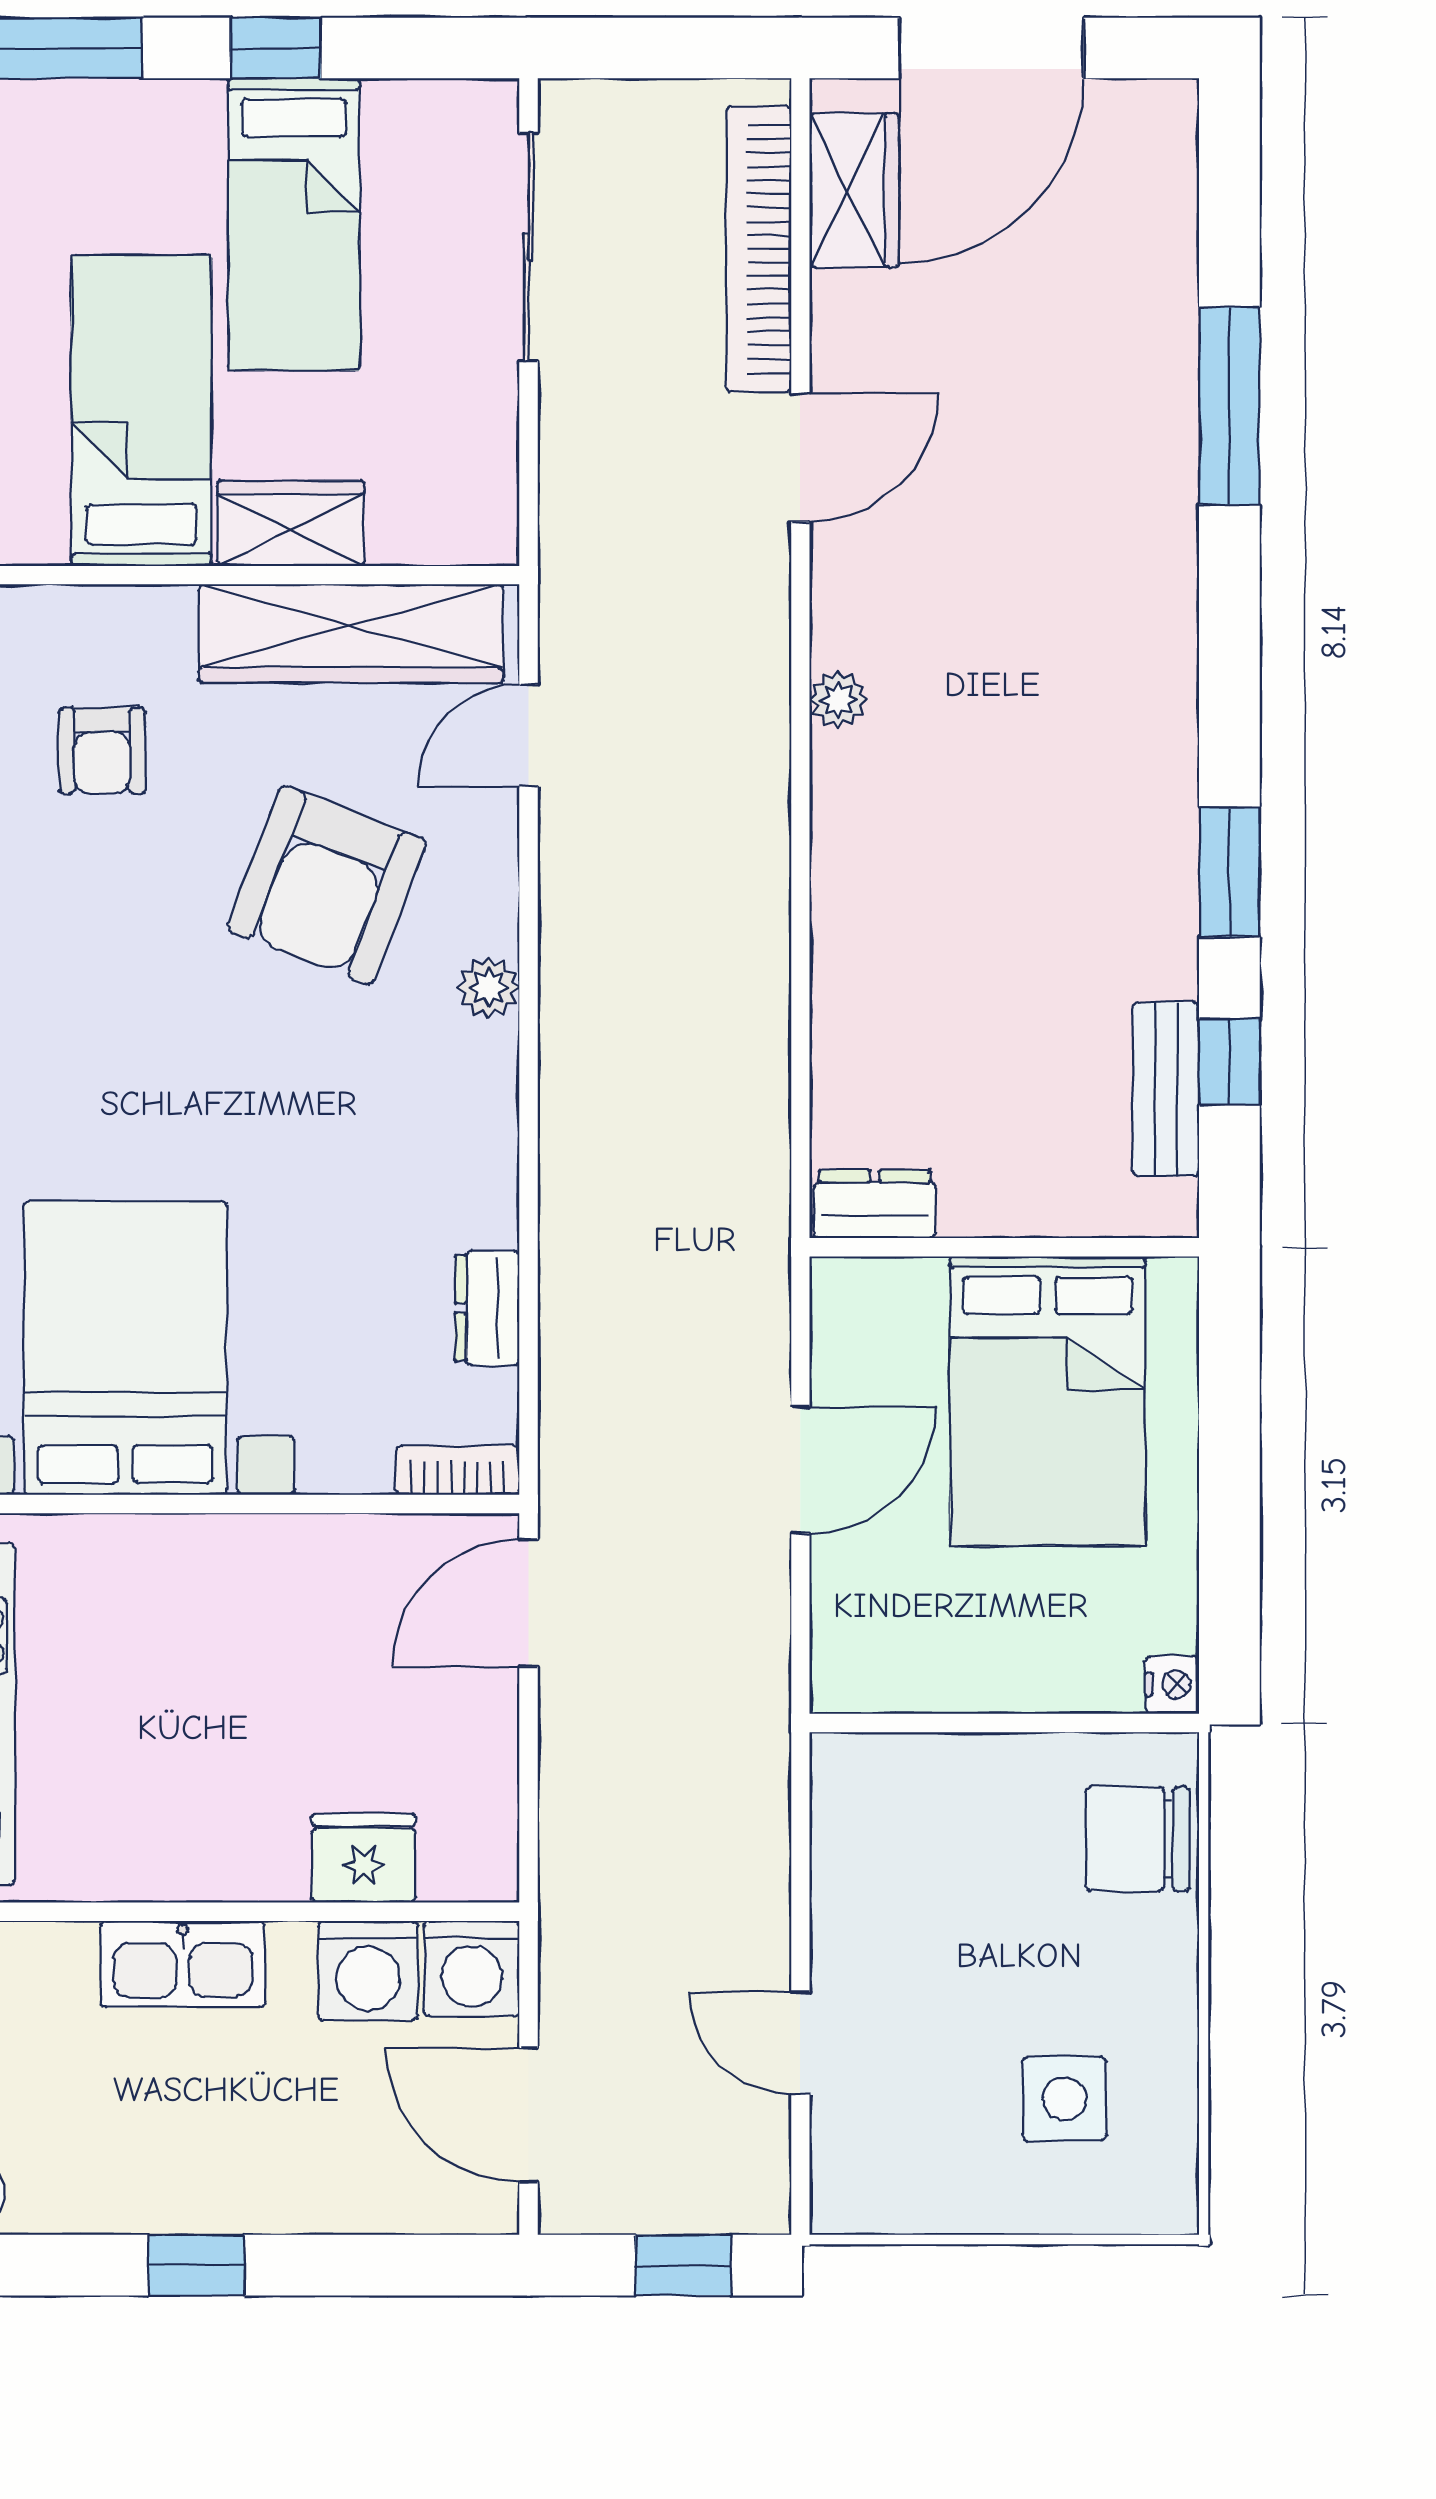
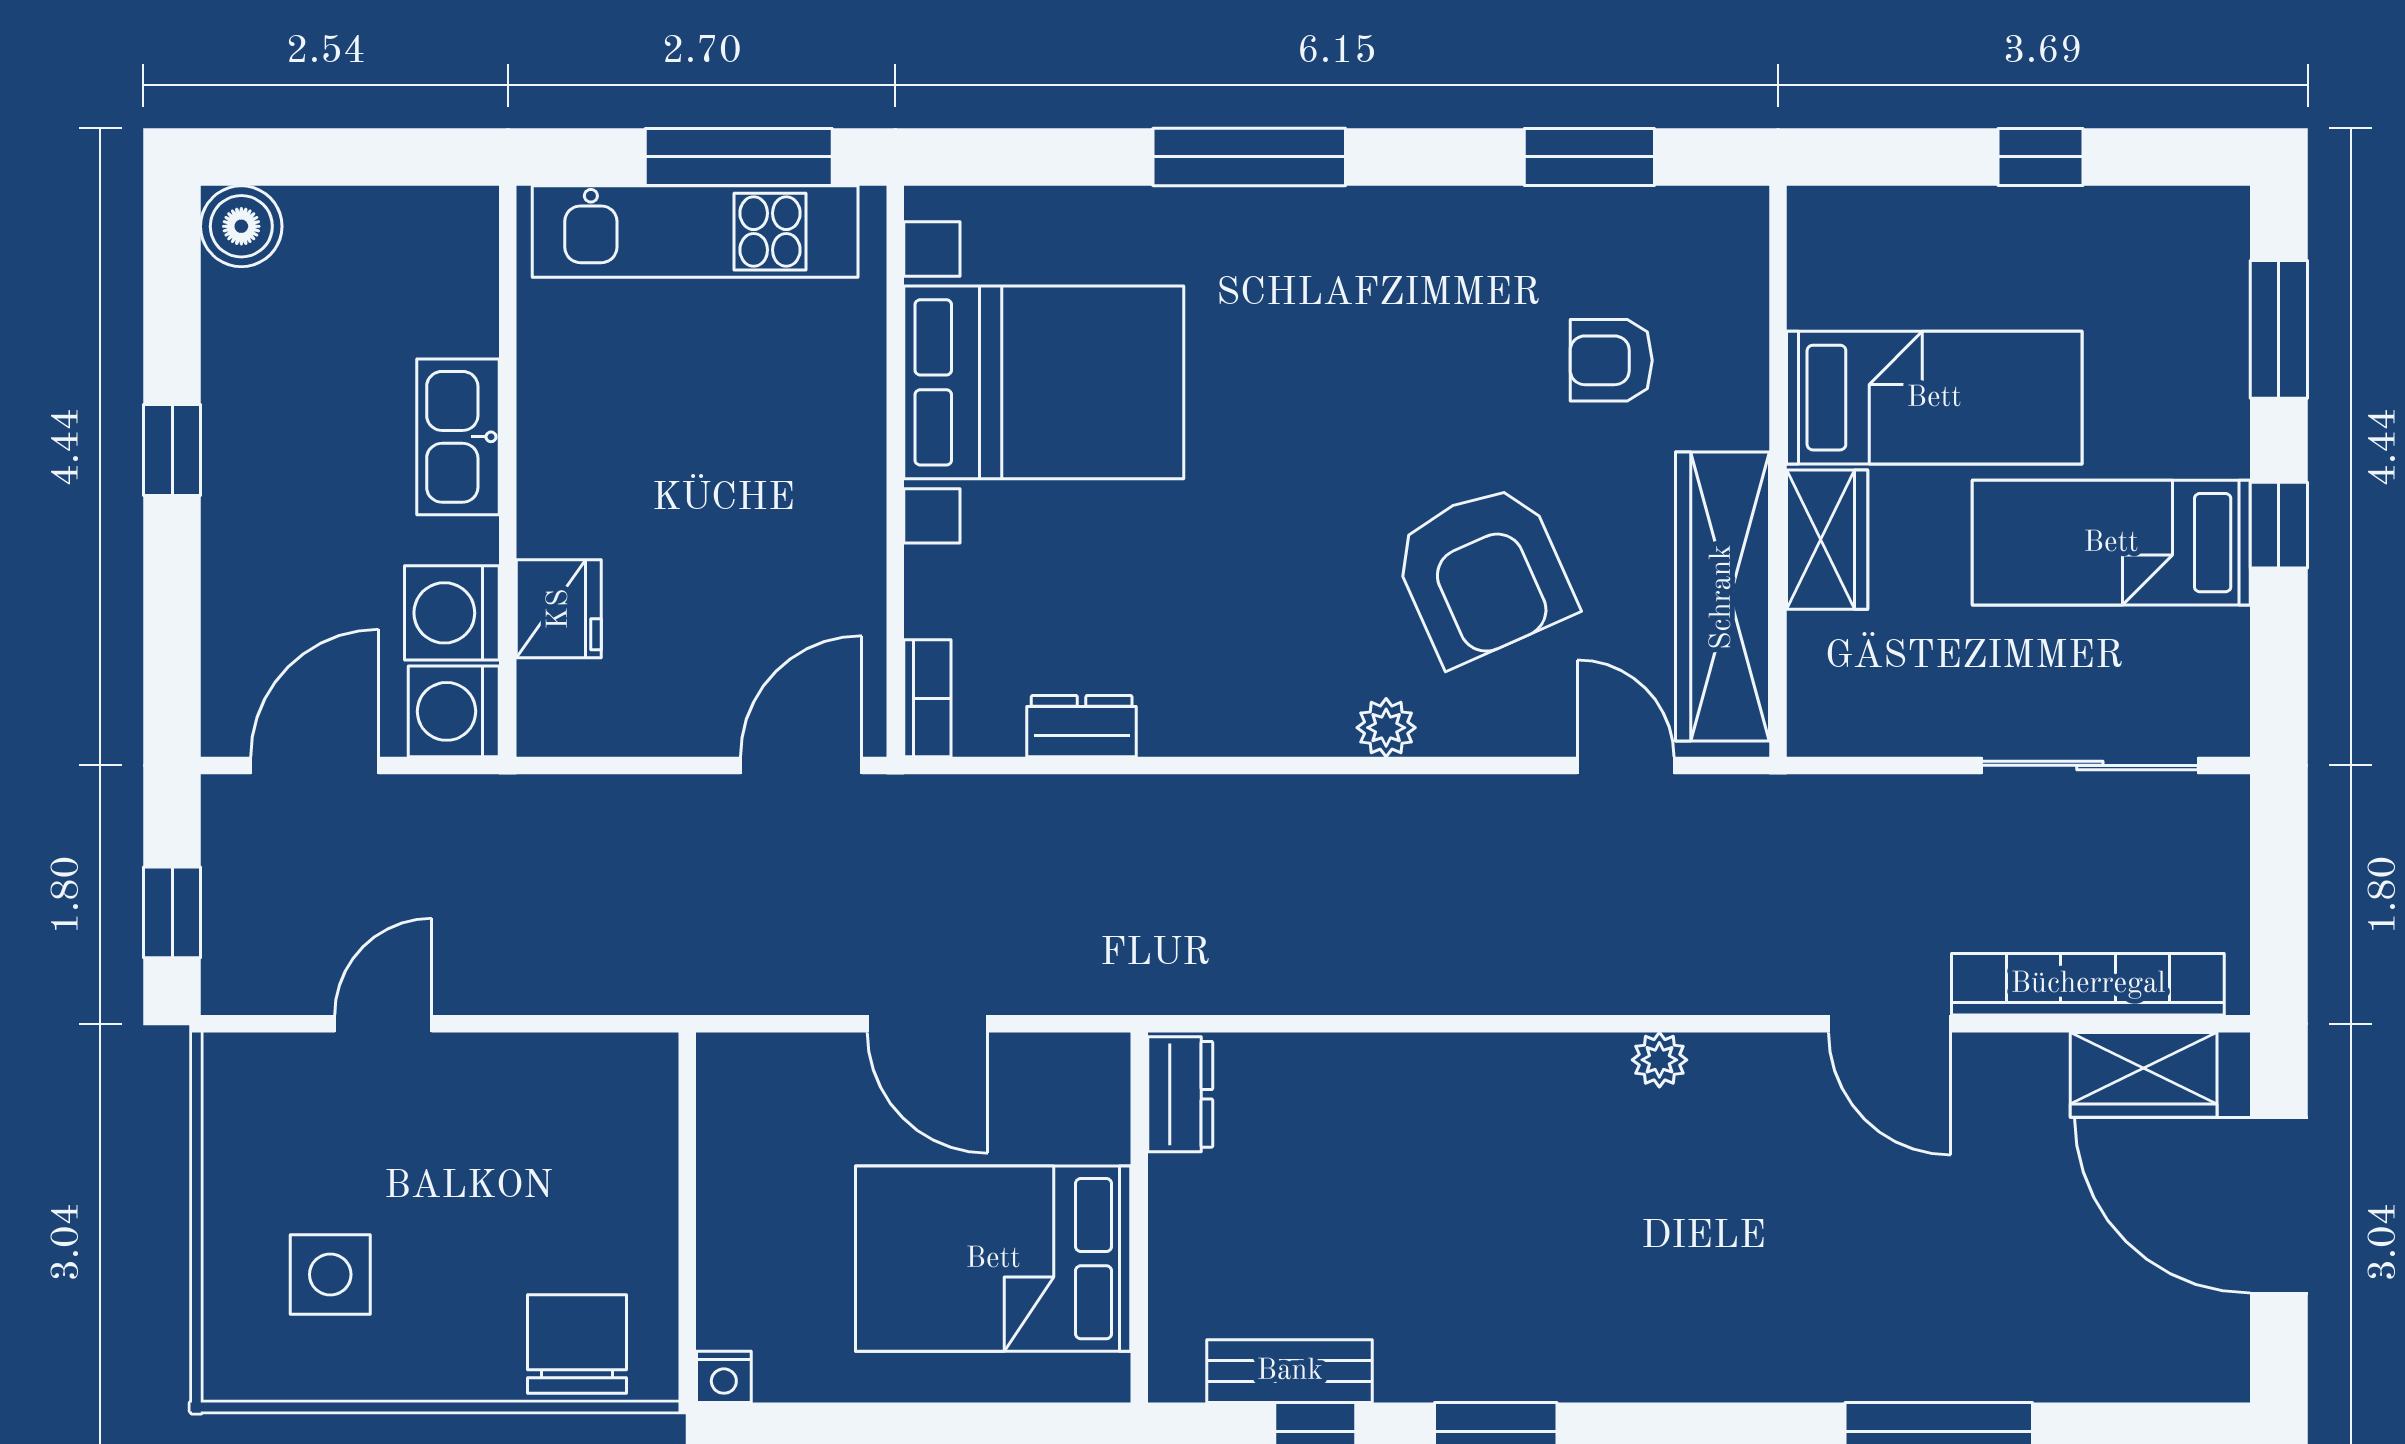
armchair: (327, 885) -> (1483, 574), turned -135
door: (529, 1603) -> (801, 765), hinge flipped

